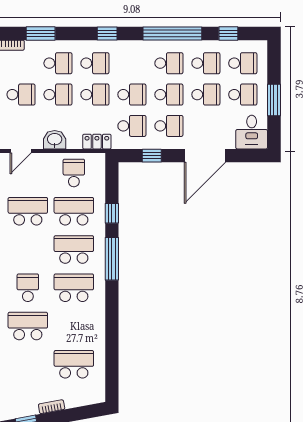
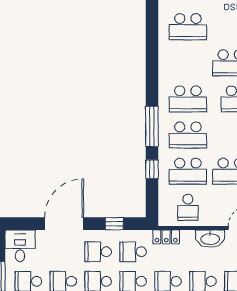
washbasin: (55, 140) -> (210, 239), width x1.38

